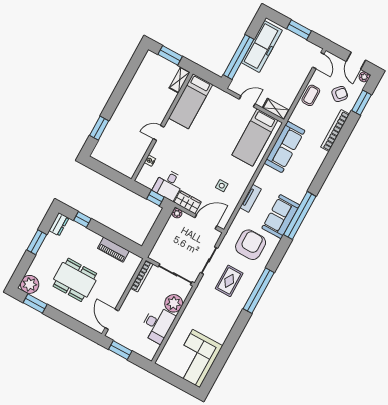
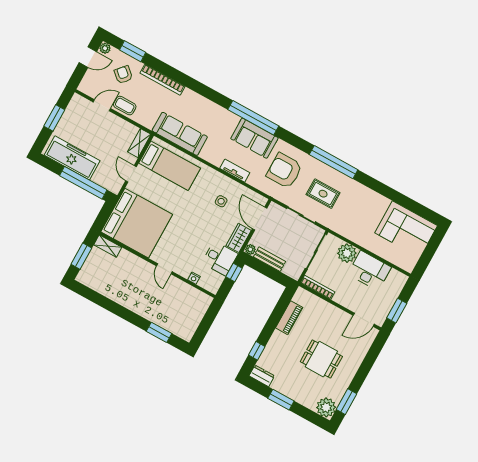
door: (318, 61) -> (102, 105), moved
bed: (191, 101) -> (137, 223), width x2.04
bench: (168, 231) -> (269, 259), added
dining table: (75, 280) -> (321, 359), width x0.73

